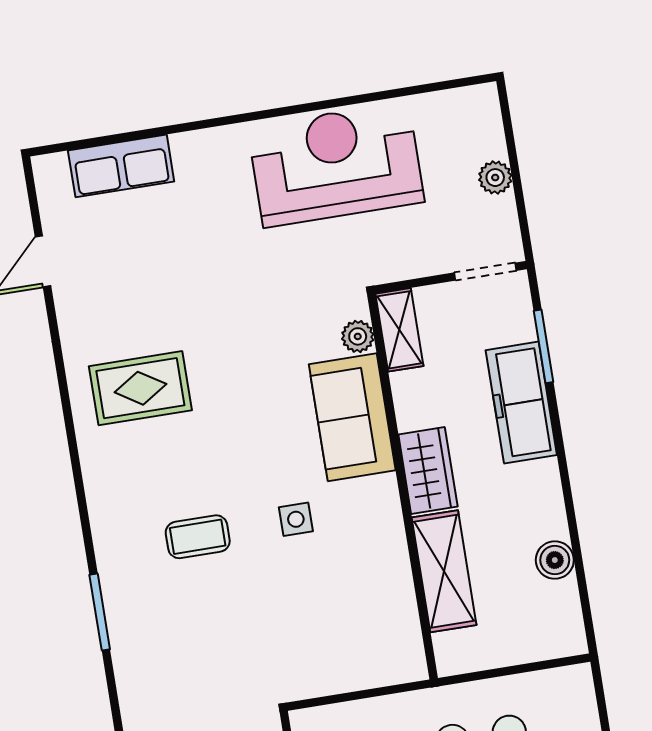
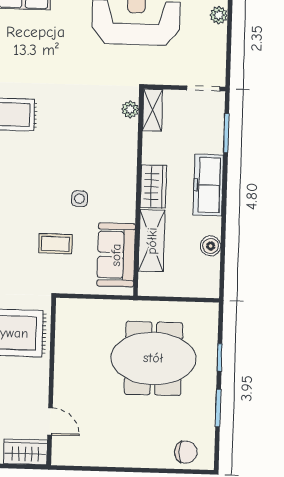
plant: (495, 178) -> (219, 15), moved
freezer: (521, 403) -> (208, 185), moved
sofa: (352, 417) -> (116, 255), moved
coffee table: (198, 537) -> (55, 244), moved

